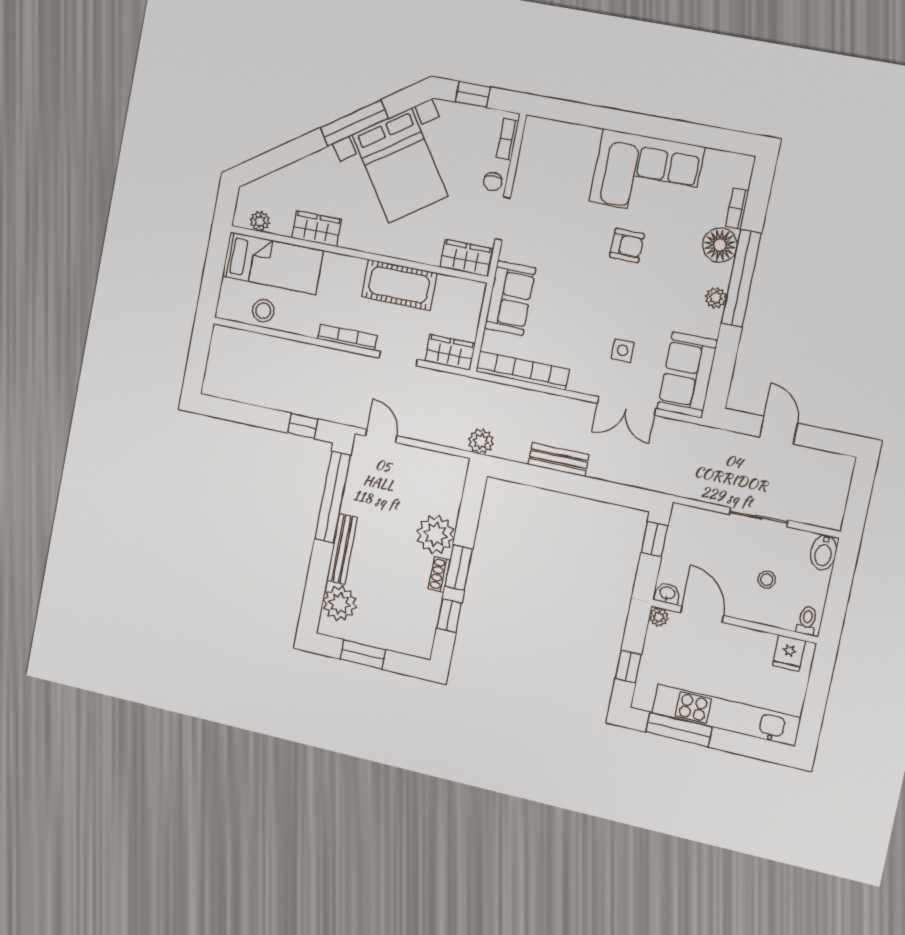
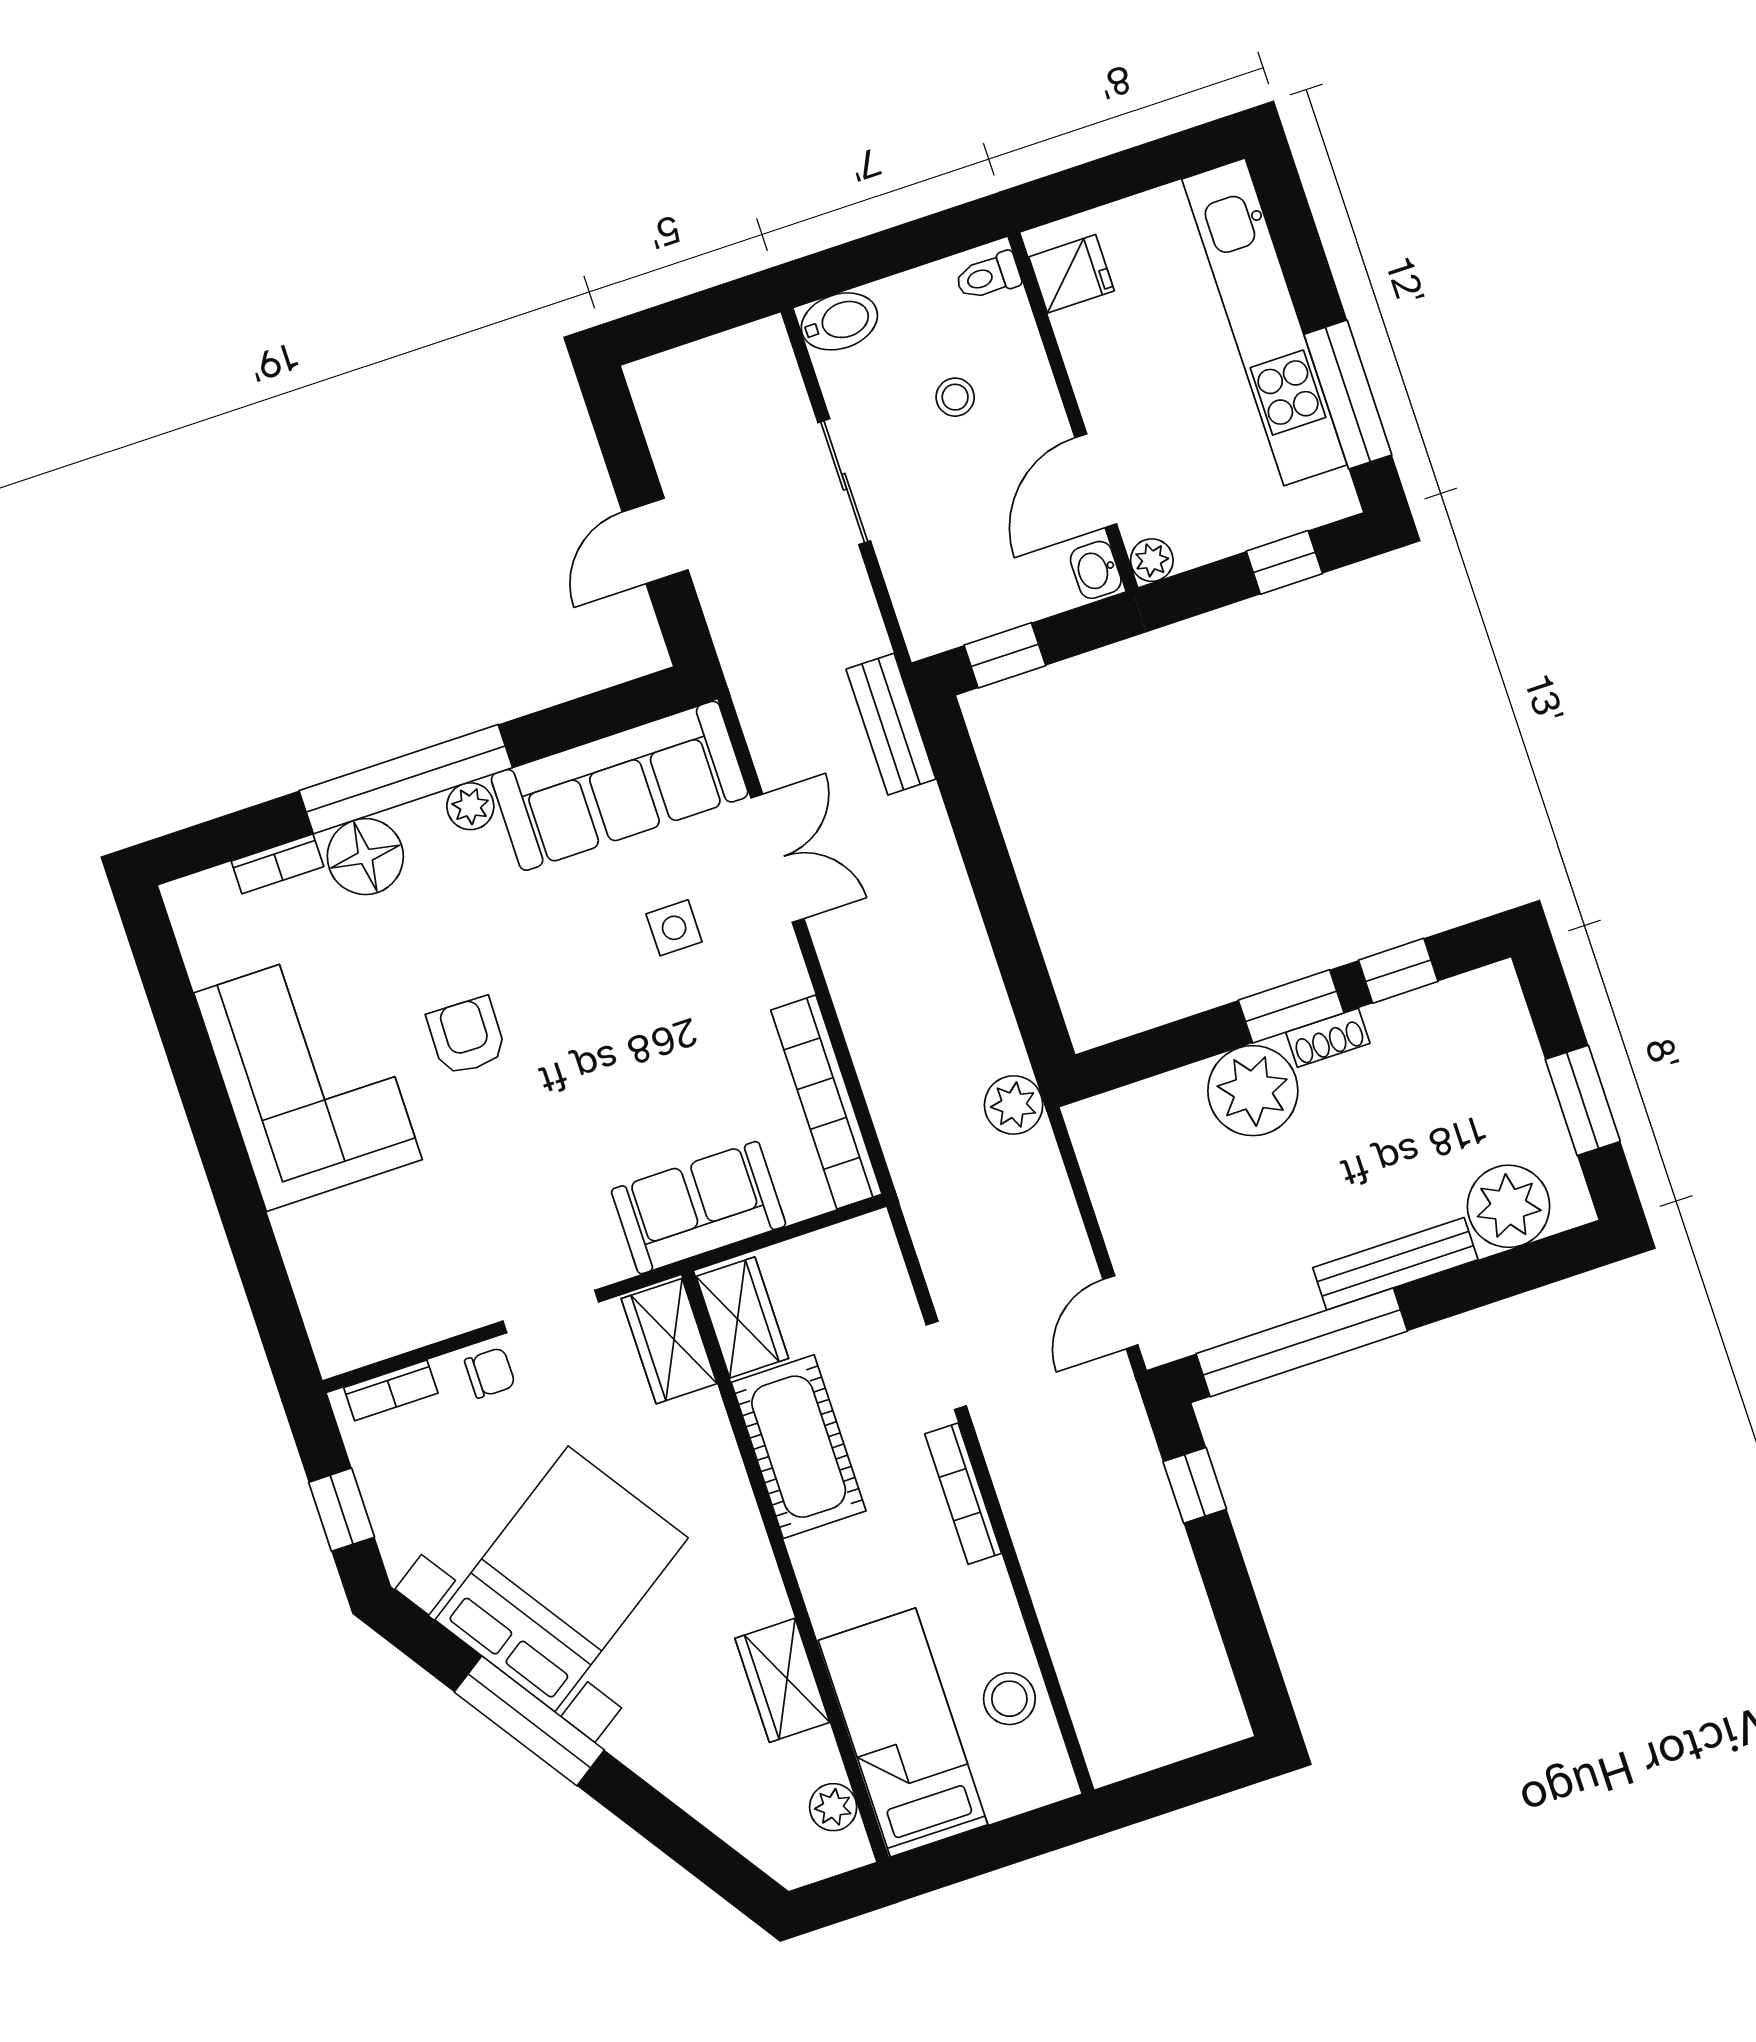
wardrobe: (450, 352) -> (742, 1317), moved, turned 180
sofa: (687, 375) -> (620, 786), width x1.36
bench: (559, 460) -> (891, 724), moved

